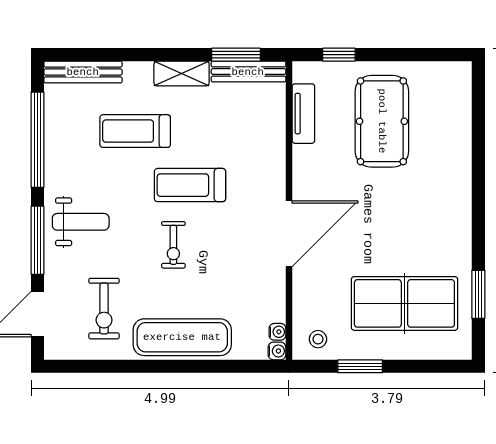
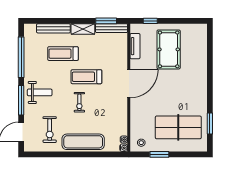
bench: (83, 72) -> (53, 28), moved
door: (289, 234) -> (129, 84), moved

